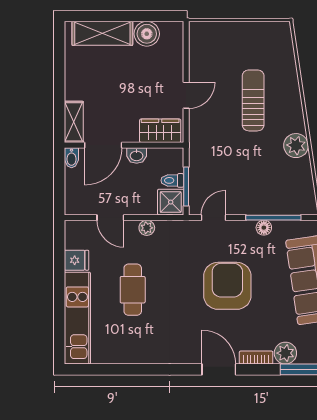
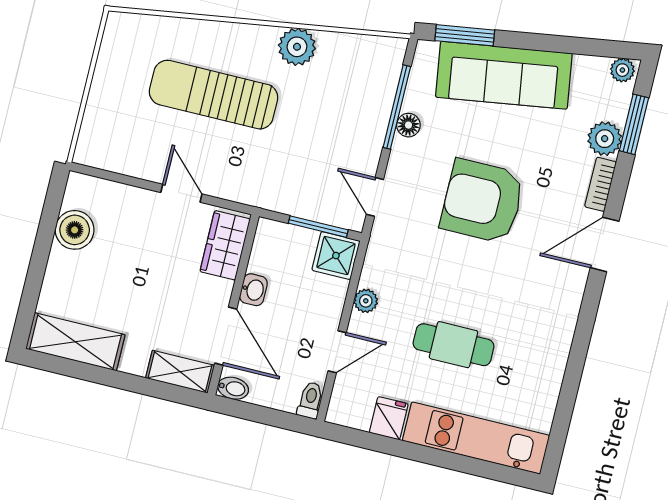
shelving: (102, 33) -> (75, 342), moved, turned 90
sun lounger: (253, 100) -> (214, 95), width x1.36, depth x1.34
toilet: (172, 180) -> (310, 400), moved, turned 180

